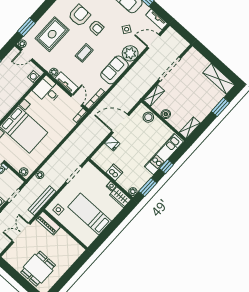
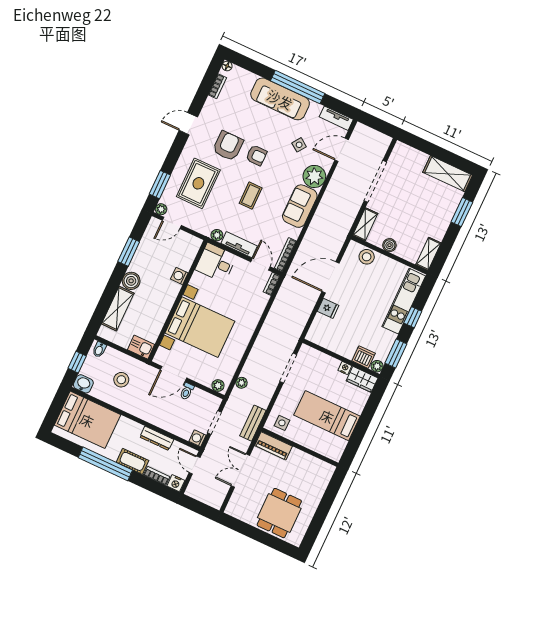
washing machine: (34, 77) -> (179, 276), moved
dishwasher: (114, 172) -> (364, 357), moved
bench: (42, 201) -> (253, 423), width x0.73

